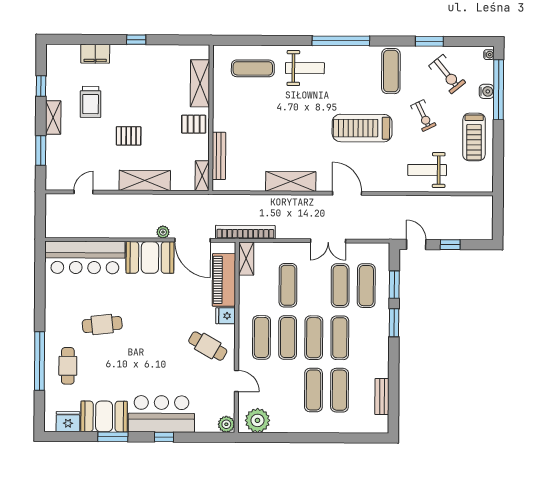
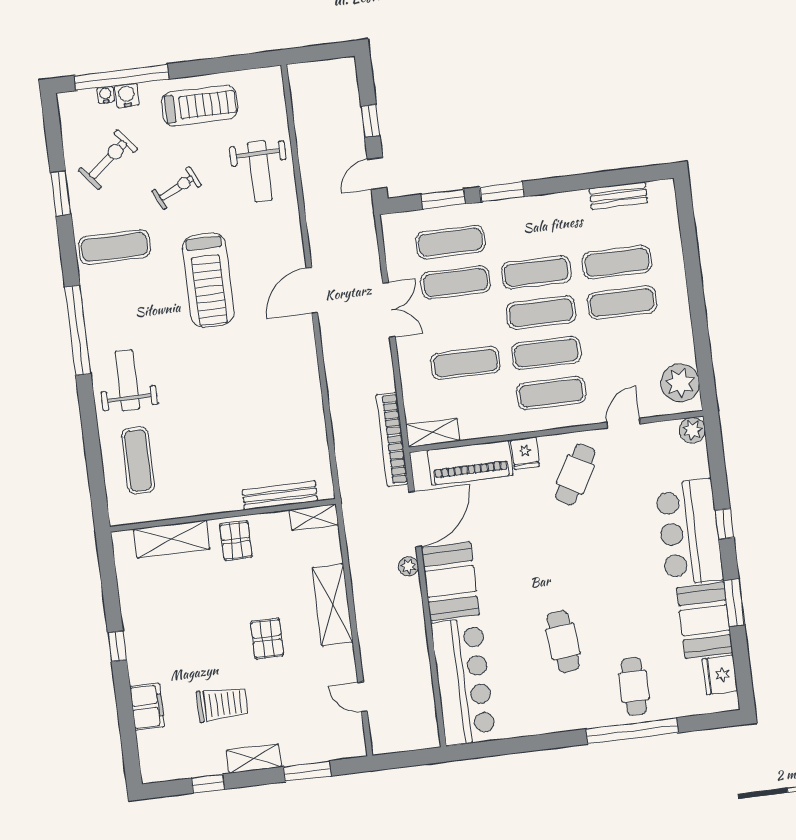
water cooler: (489, 55) -> (105, 95), moved
shelving: (291, 181) -> (305, 379), removed
cafe table: (68, 366) -> (634, 686), turned 90

